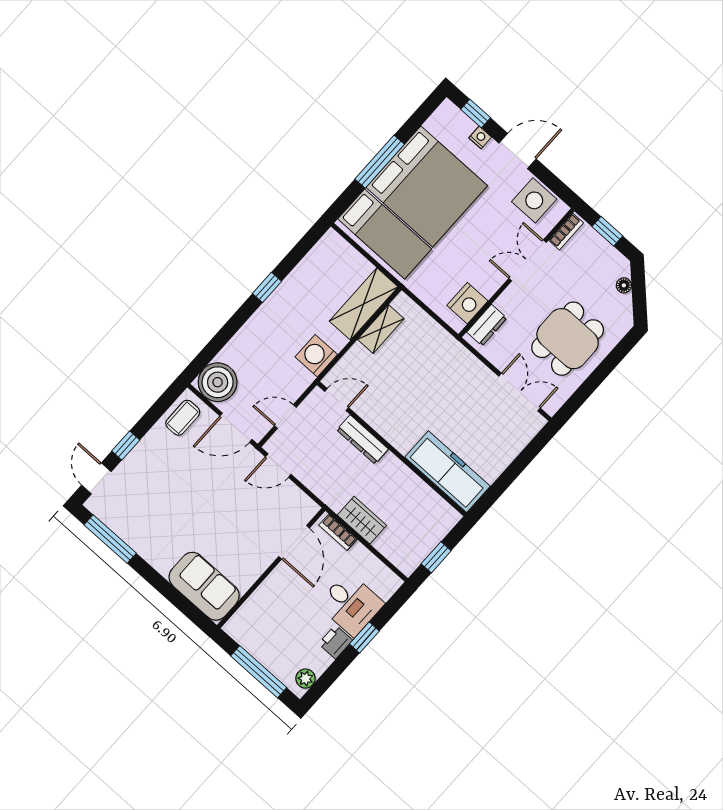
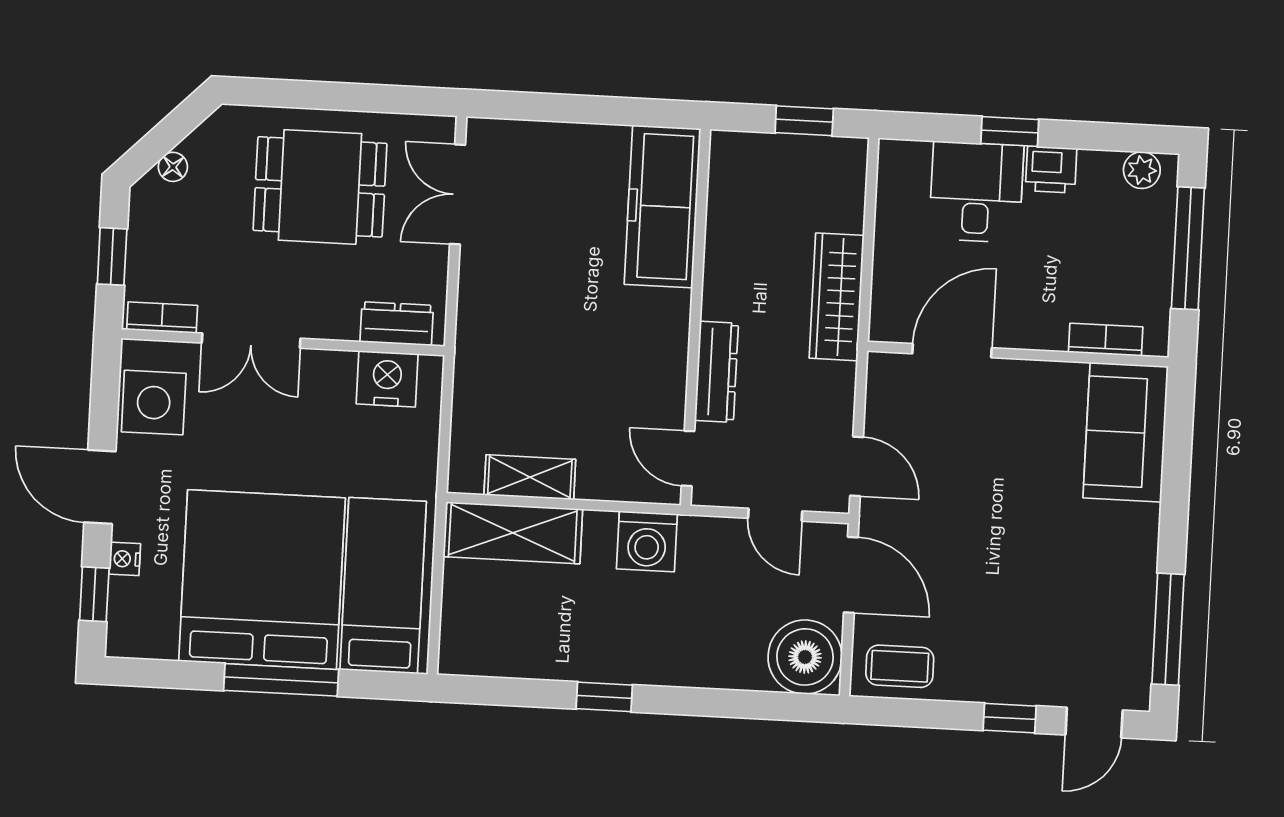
wardrobe: (362, 520) -> (837, 297), width x1.50
bookcase: (338, 532) -> (1106, 340), moved, turned -90

